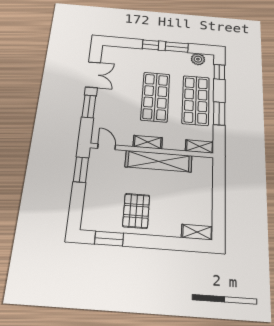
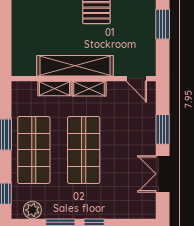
shelving: (200, 146) -> (55, 89), moved
window: (81, 170) -> (163, 24), moved

